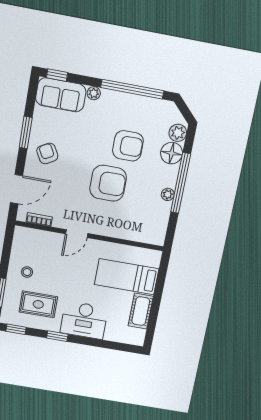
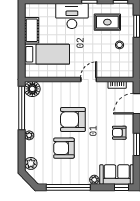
armchair: (47, 153) -> (119, 133), turned 119
floor lamp: (172, 153) -> (32, 89), moved
window: (181, 183) -> (22, 108), moved
plant: (168, 194) -> (29, 135), moved

